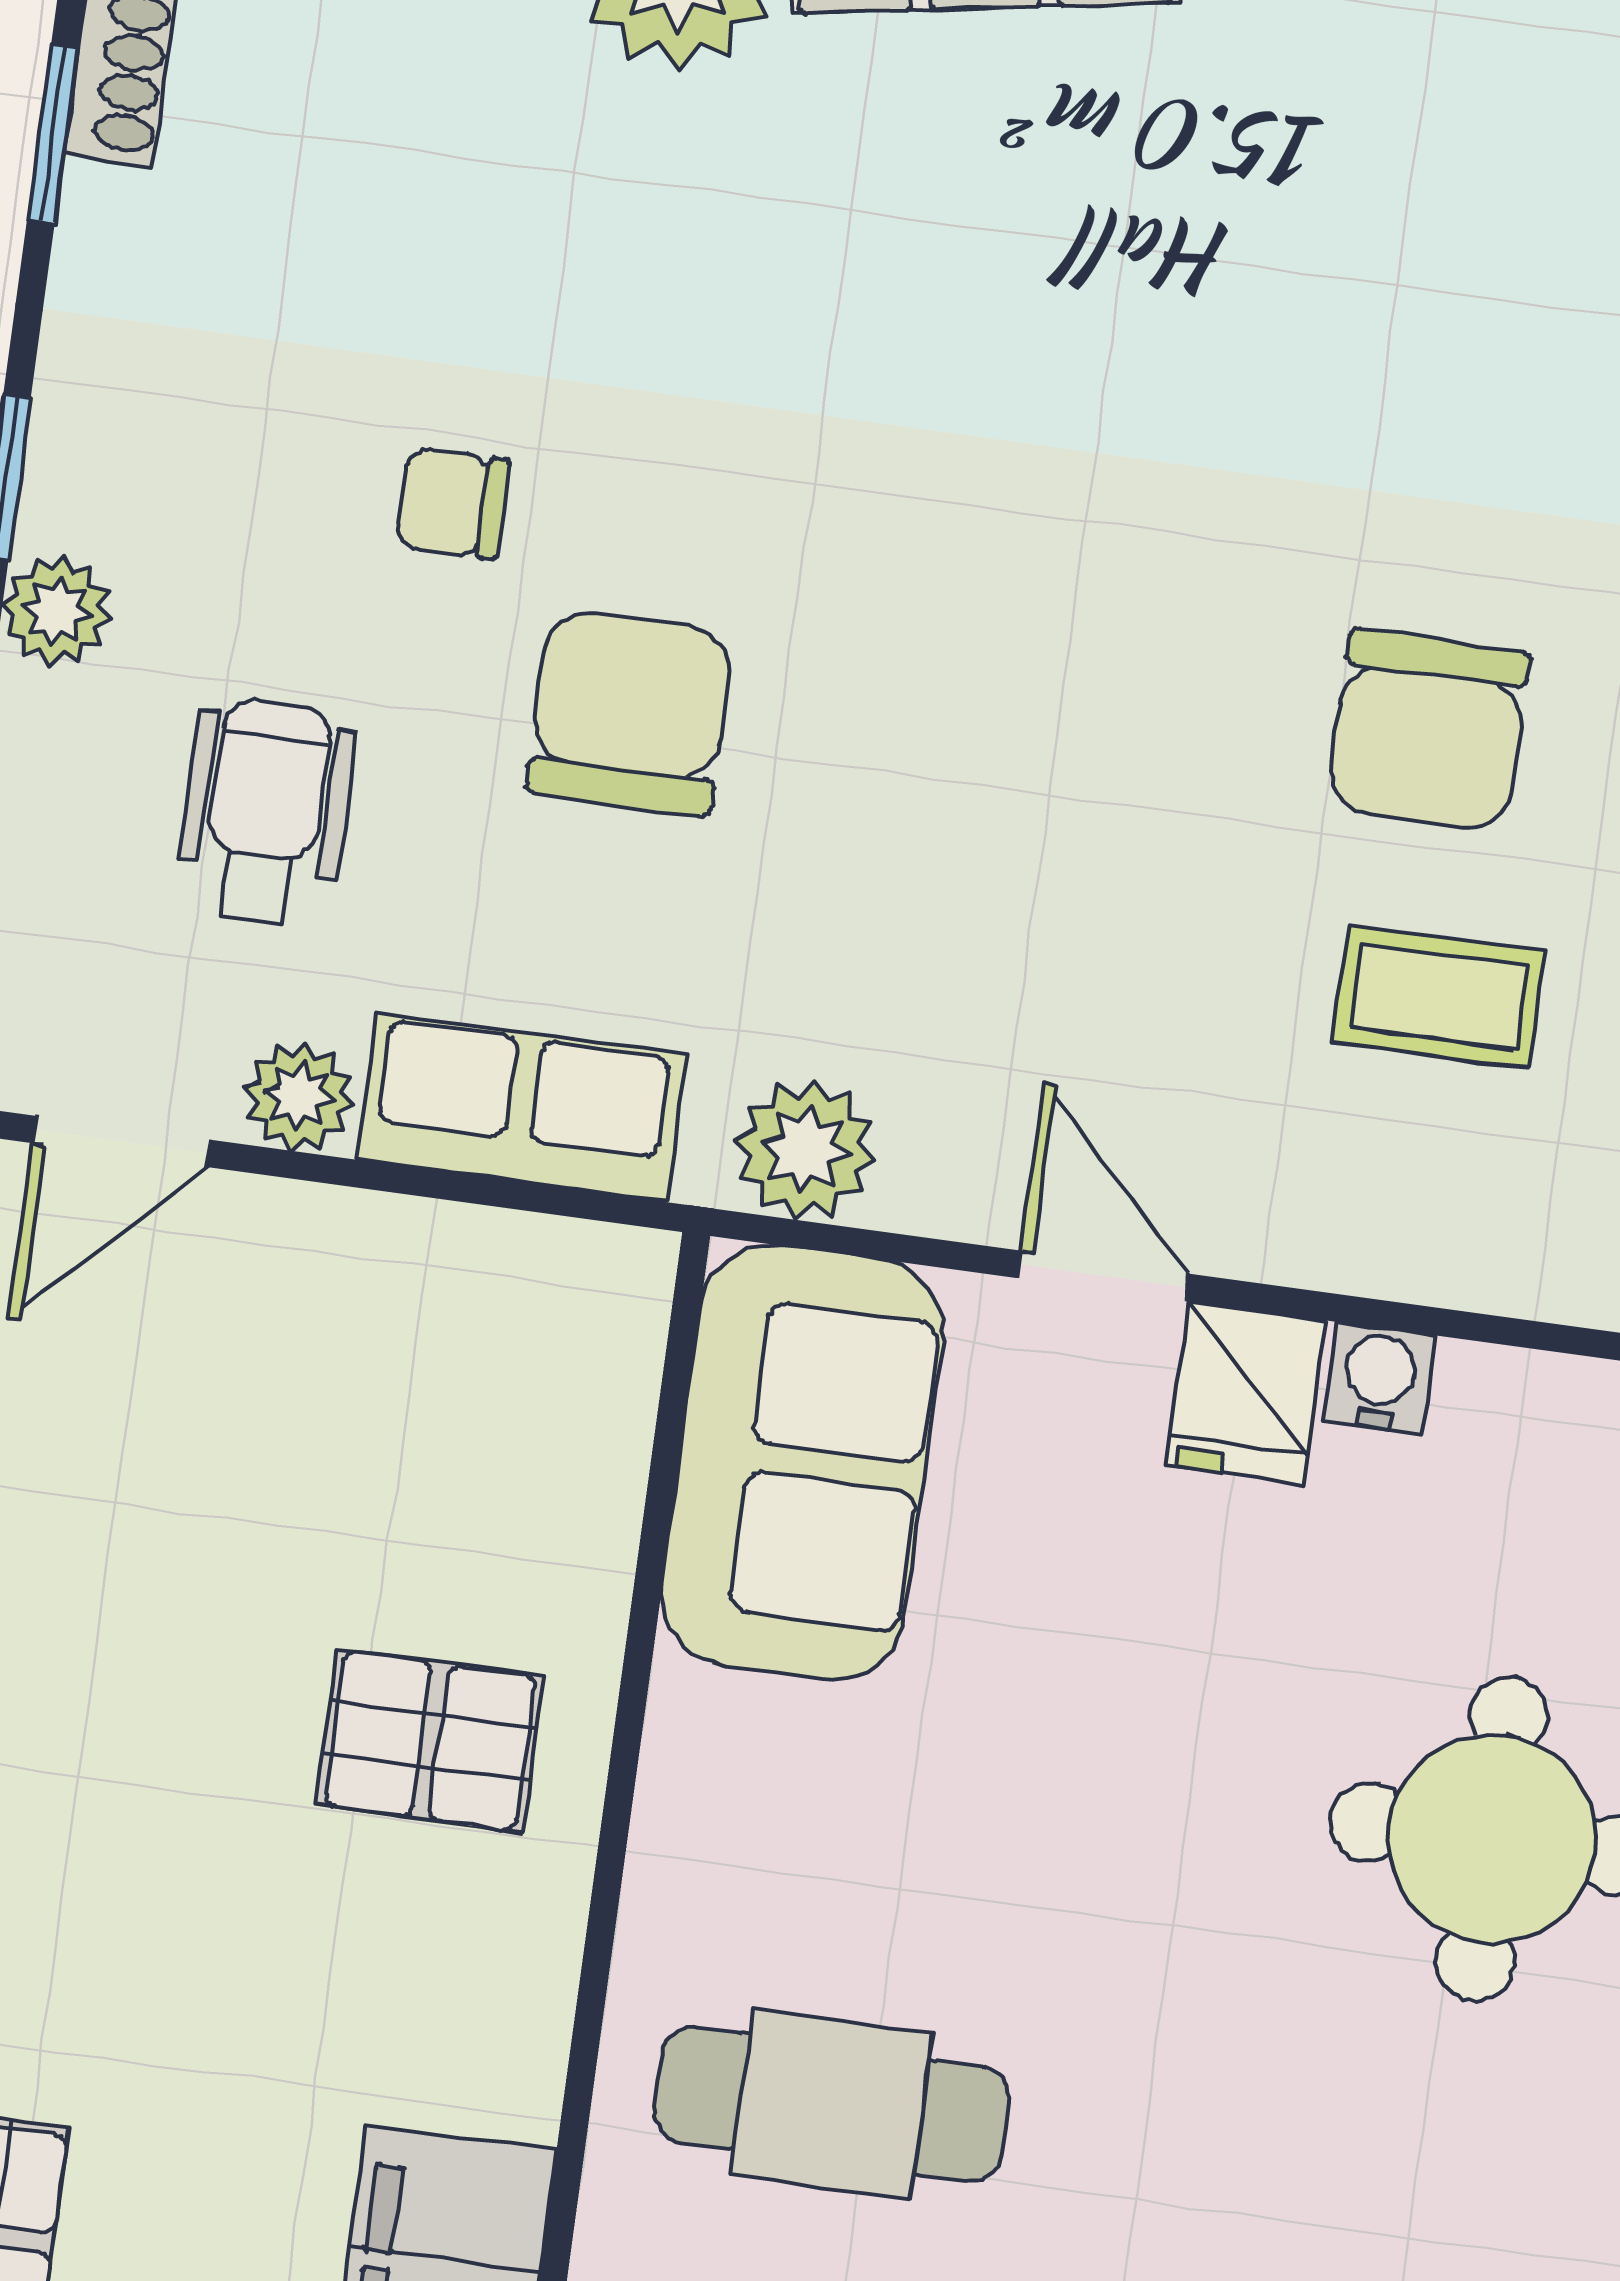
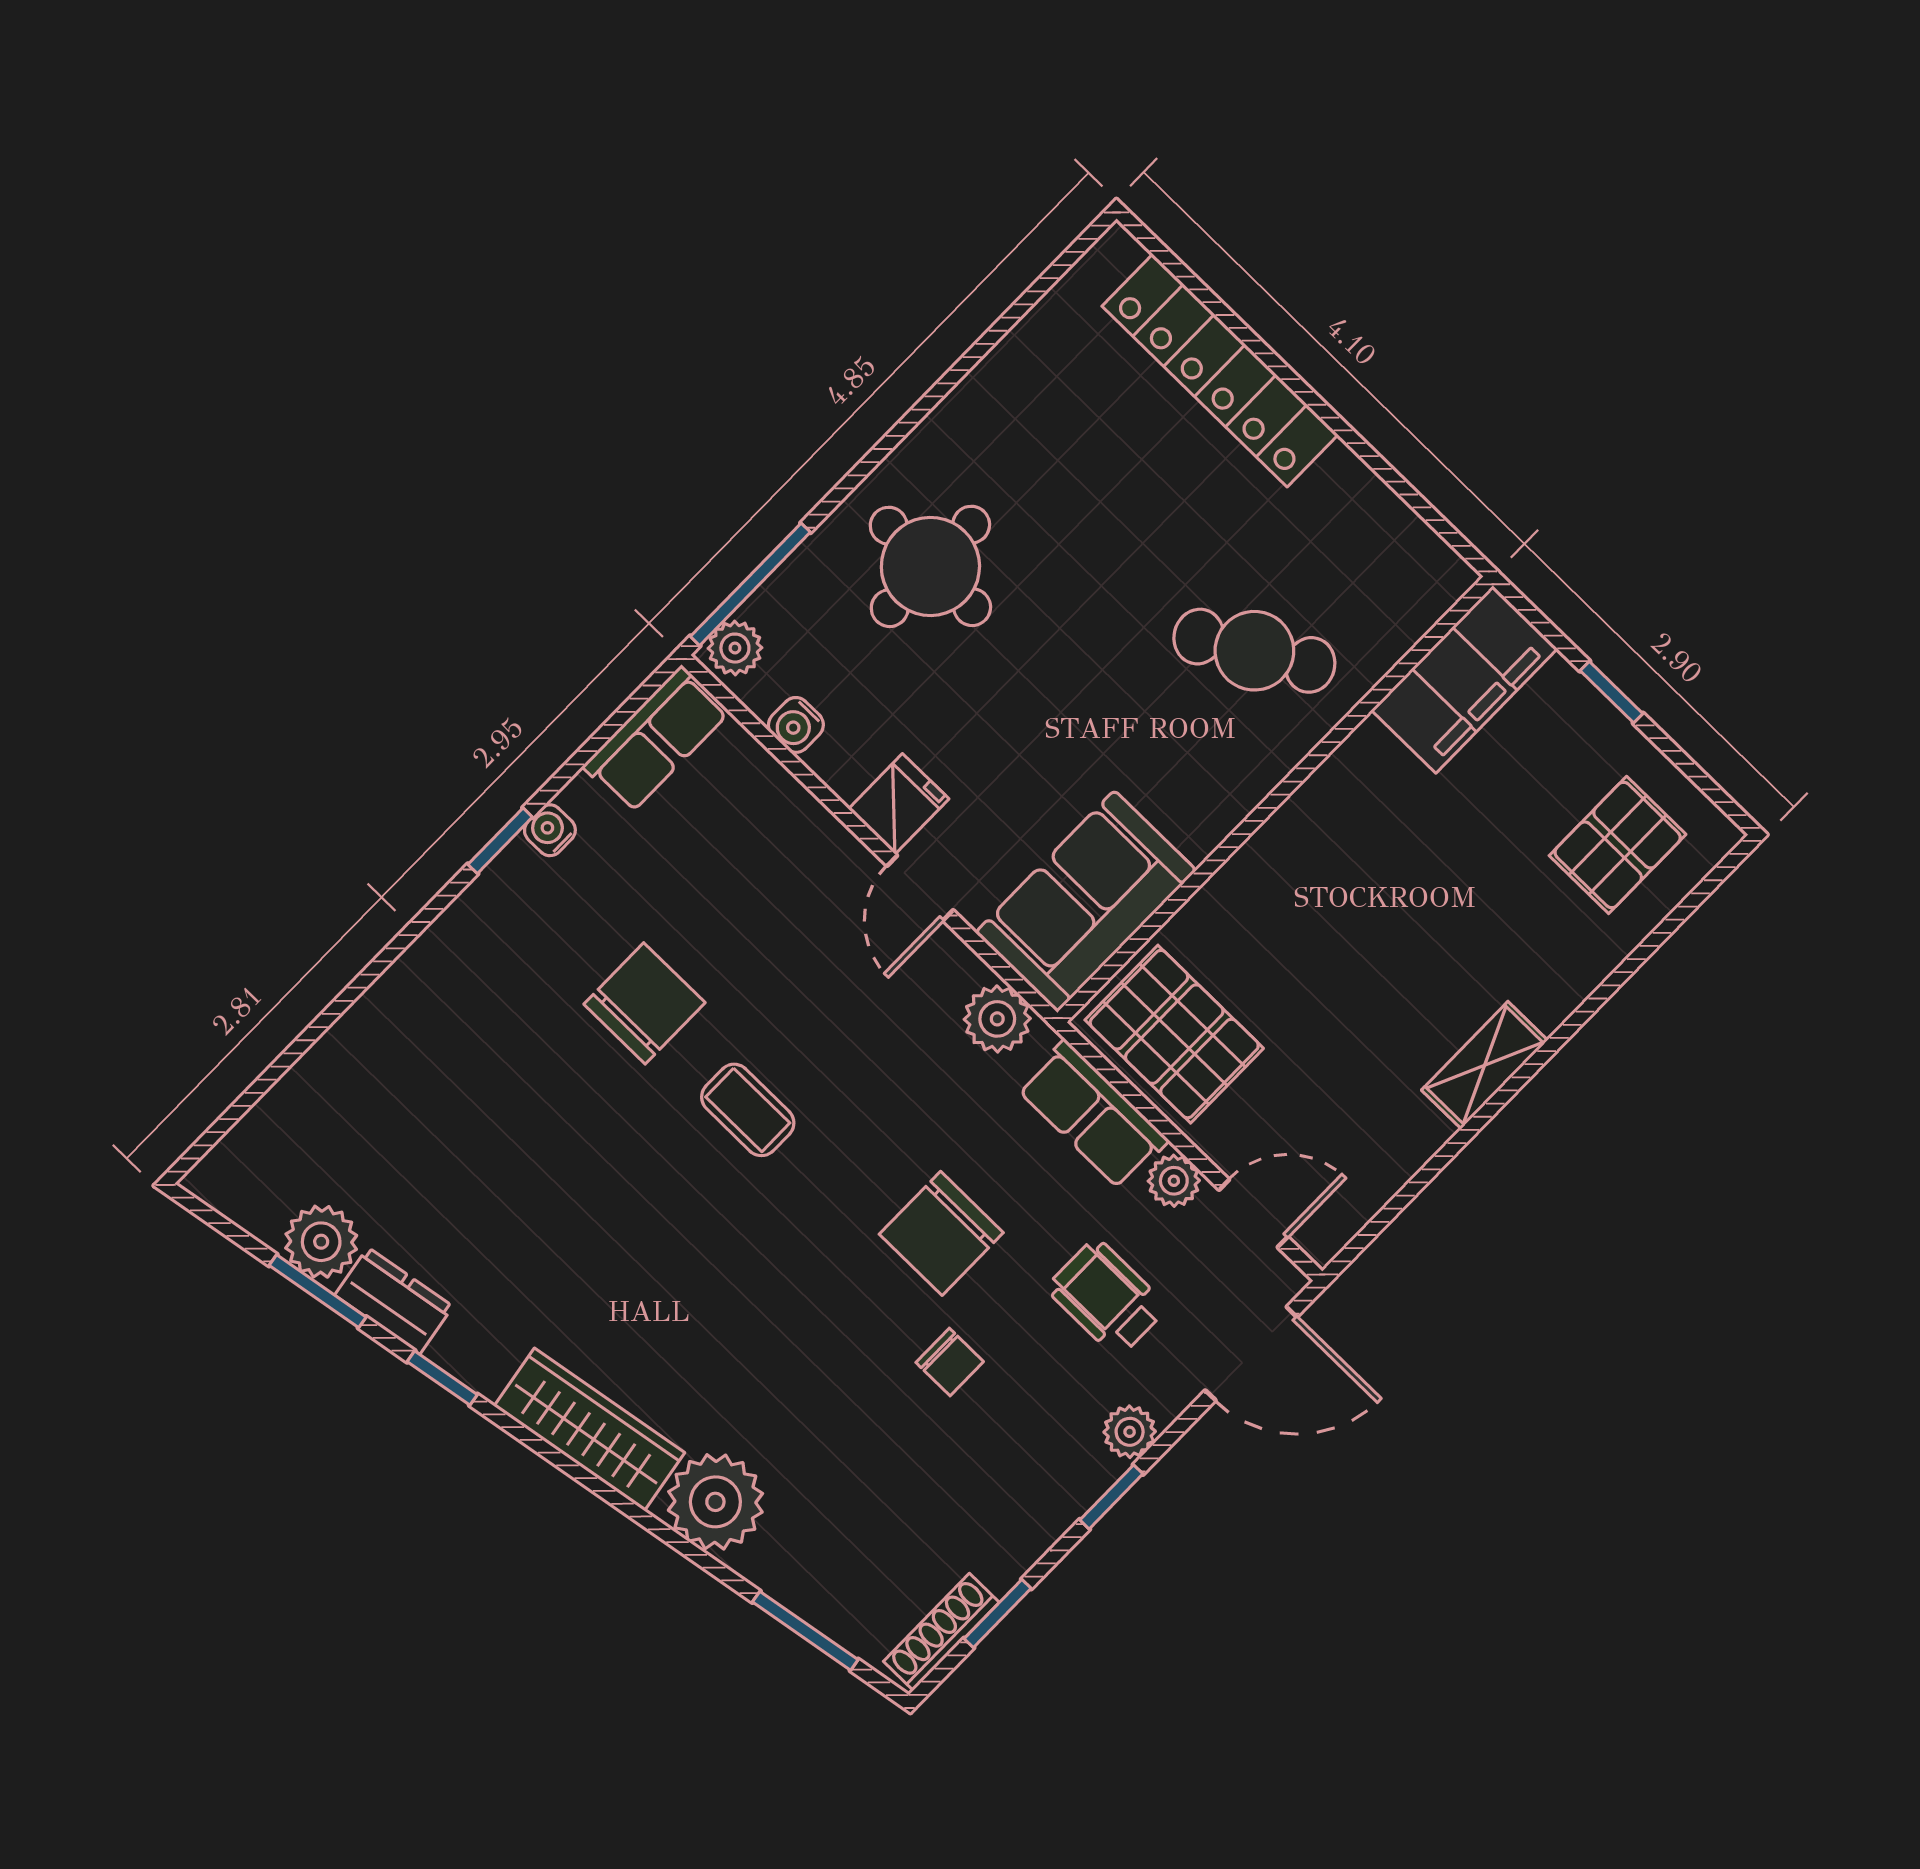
wheelchair: (266, 812) -> (1107, 1298), turned 90
coffee table: (1438, 996) -> (748, 1110), moved
water cooler: (1379, 1378) -> (796, 725), moved
pallet: (430, 1741) -> (1174, 1034), moved, width x1.50, depth x1.42
cafe table: (832, 2104) -> (1254, 651), turned -30

